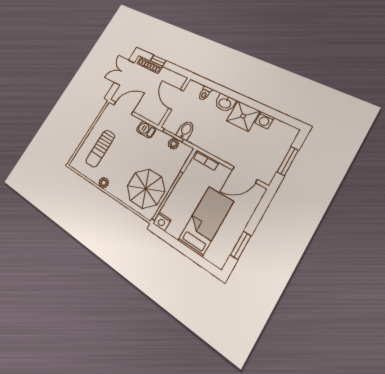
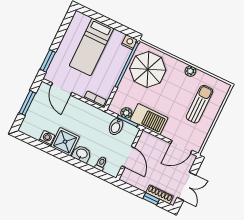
barbecue: (146, 130) -> (149, 119), width x1.88, depth x1.53
door: (245, 175) -> (61, 89), swing flipped
window: (241, 245) -> (48, 61), moved

